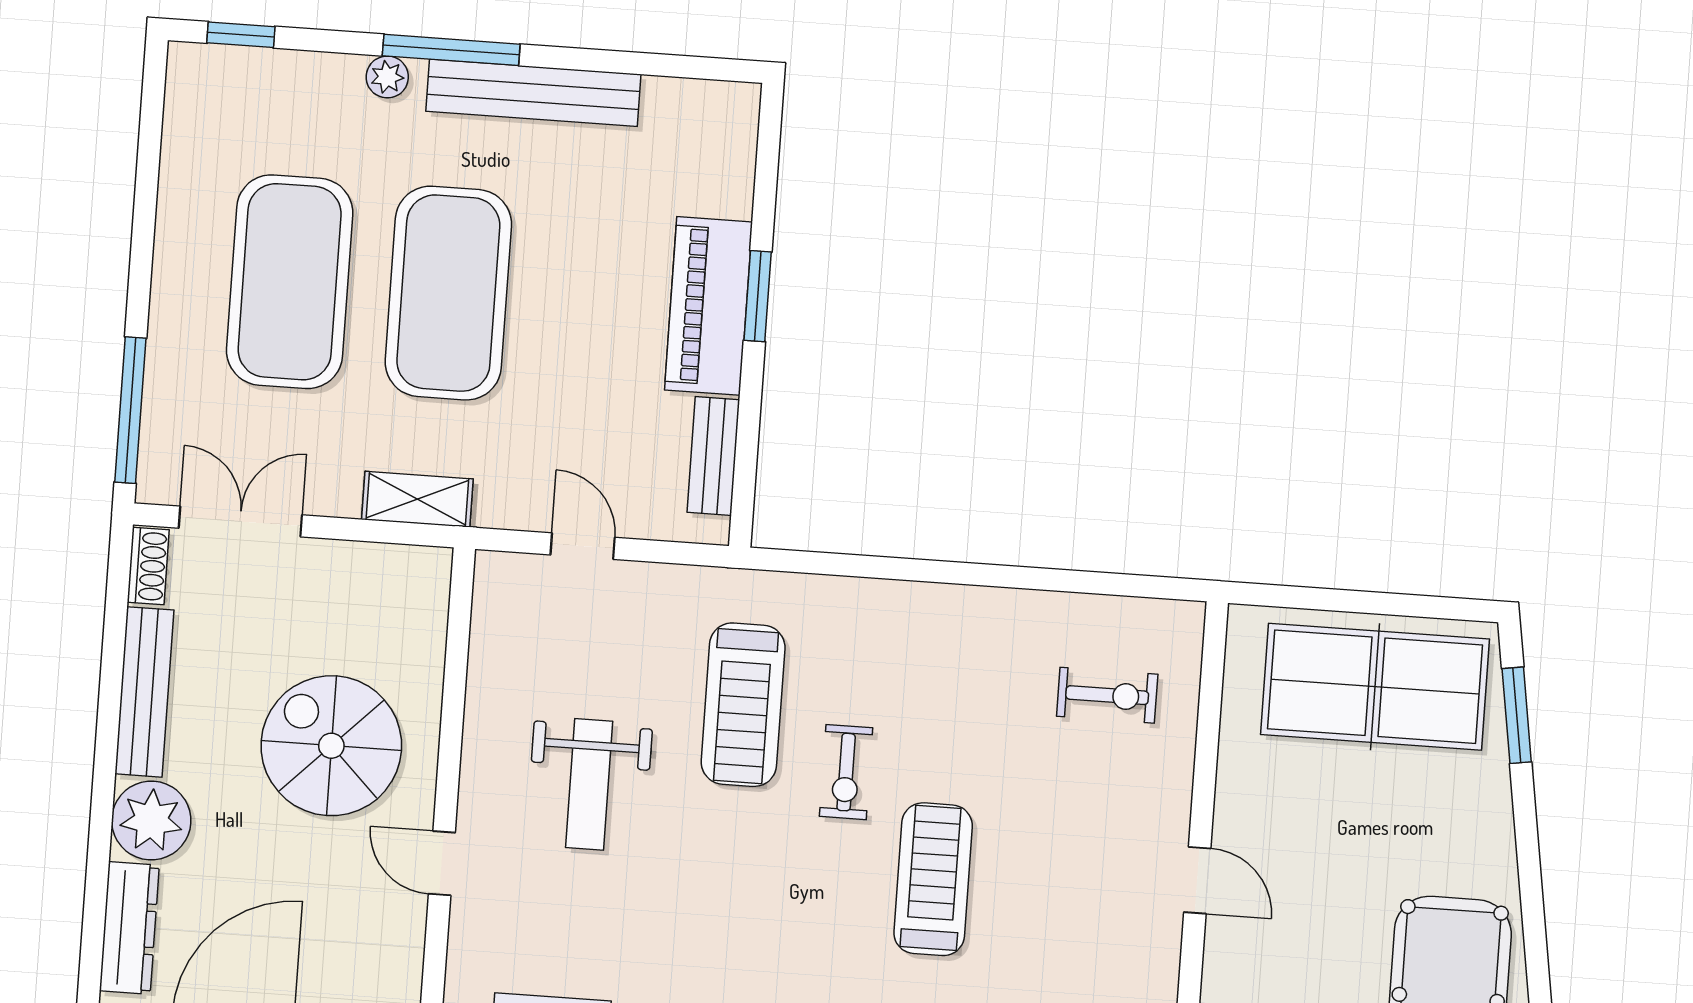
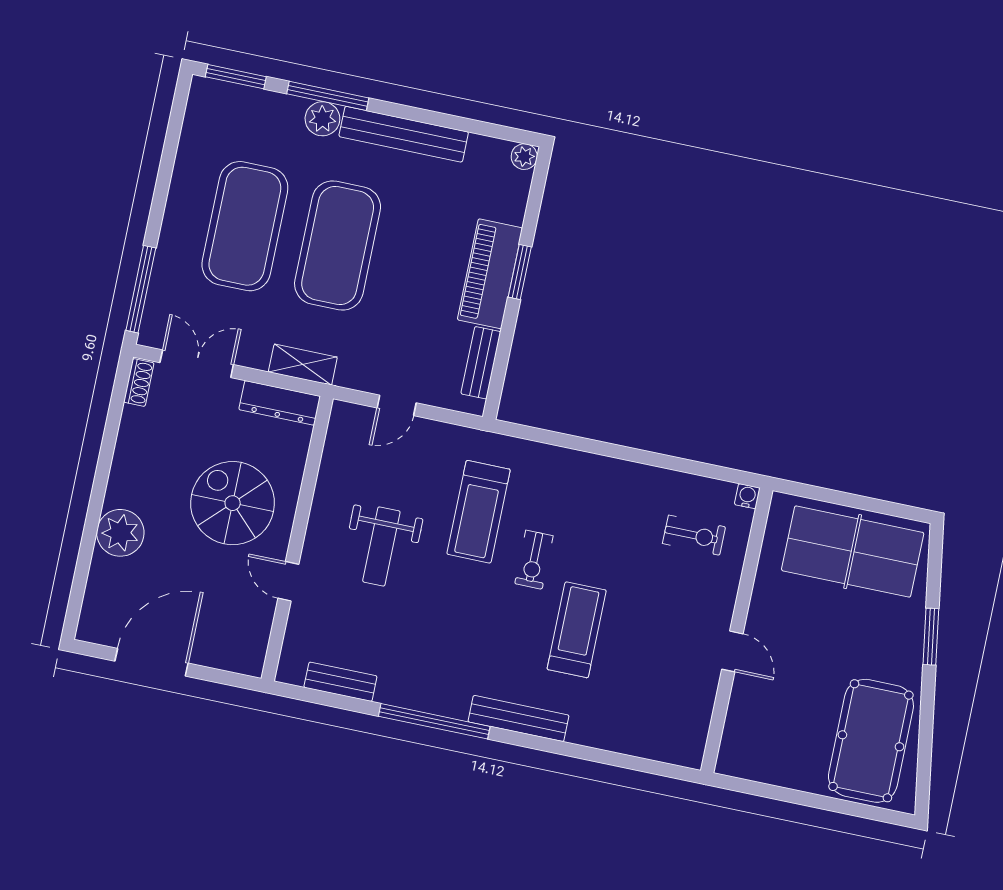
window: (241, 35) -> (236, 77), width x1.50
window: (451, 50) -> (328, 96), moved
plant: (387, 77) -> (322, 119), width x1.38, depth x1.38
plant: (739, 103) -> (524, 157), added
door: (583, 546) -> (397, 405), swing flipped
water cooler: (1187, 618) -> (747, 496), added
bench: (144, 692) -> (127, 456), removed
window: (1517, 715) -> (931, 637), moved
dresser: (129, 928) -> (280, 403), moved, turned 90

